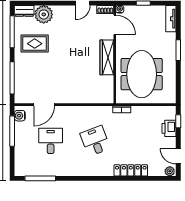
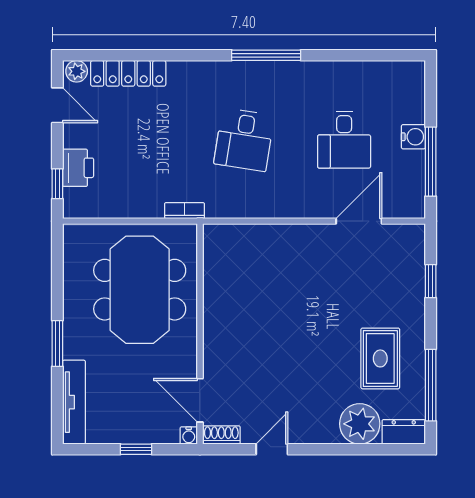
tv unit: (171, 19) -> (74, 402), width x1.41
rug: (35, 44) -> (380, 358), turned 90
wardrobe: (107, 57) -> (218, 327), removed
window: (12, 78) -> (431, 281), width x0.46
water cooler: (20, 116) -> (413, 137), moved
desk: (95, 141) -> (244, 140), turned 30
locker: (131, 170) -> (128, 73), moved
window: (40, 178) -> (266, 55), moved

